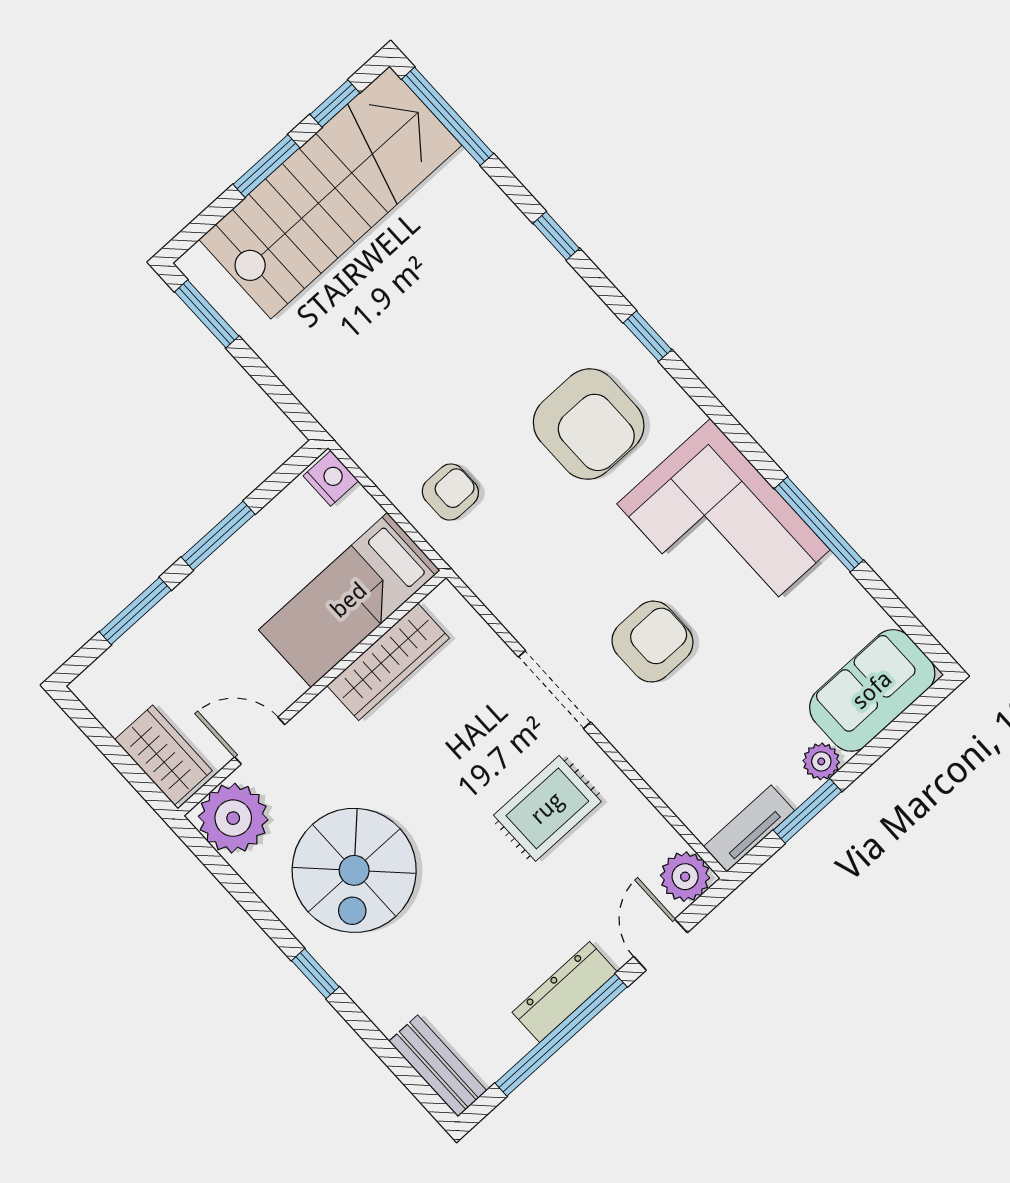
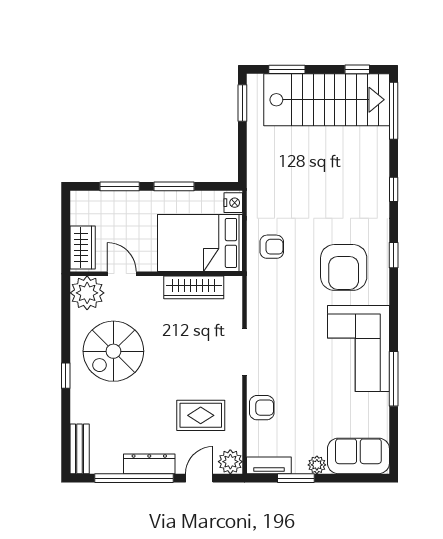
window: (266, 166) -> (287, 69), moved
bed: (349, 600) -> (200, 243), width x1.50
armchair: (652, 642) -> (262, 408), moved, width x0.72, depth x0.72
rug: (547, 808) -> (201, 415), moved

